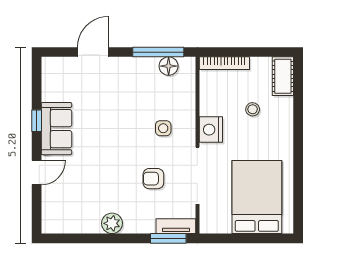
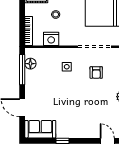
sofa: (56, 129) -> (40, 129), moved
nightstand: (211, 130) -> (51, 39), moved
door: (37, 173) -> (107, 141), moved

